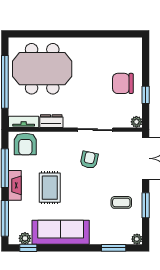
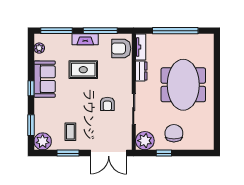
meeting table: (42, 69) -> (183, 85), moved
plant: (136, 122) -> (145, 141), width x1.88, depth x1.88
armchair: (89, 160) -> (107, 104), turned 78
sofa: (61, 232) -> (45, 79), width x0.73
plant: (137, 239) -> (43, 141), width x1.88, depth x1.88
window: (28, 248) -> (31, 88), moved

